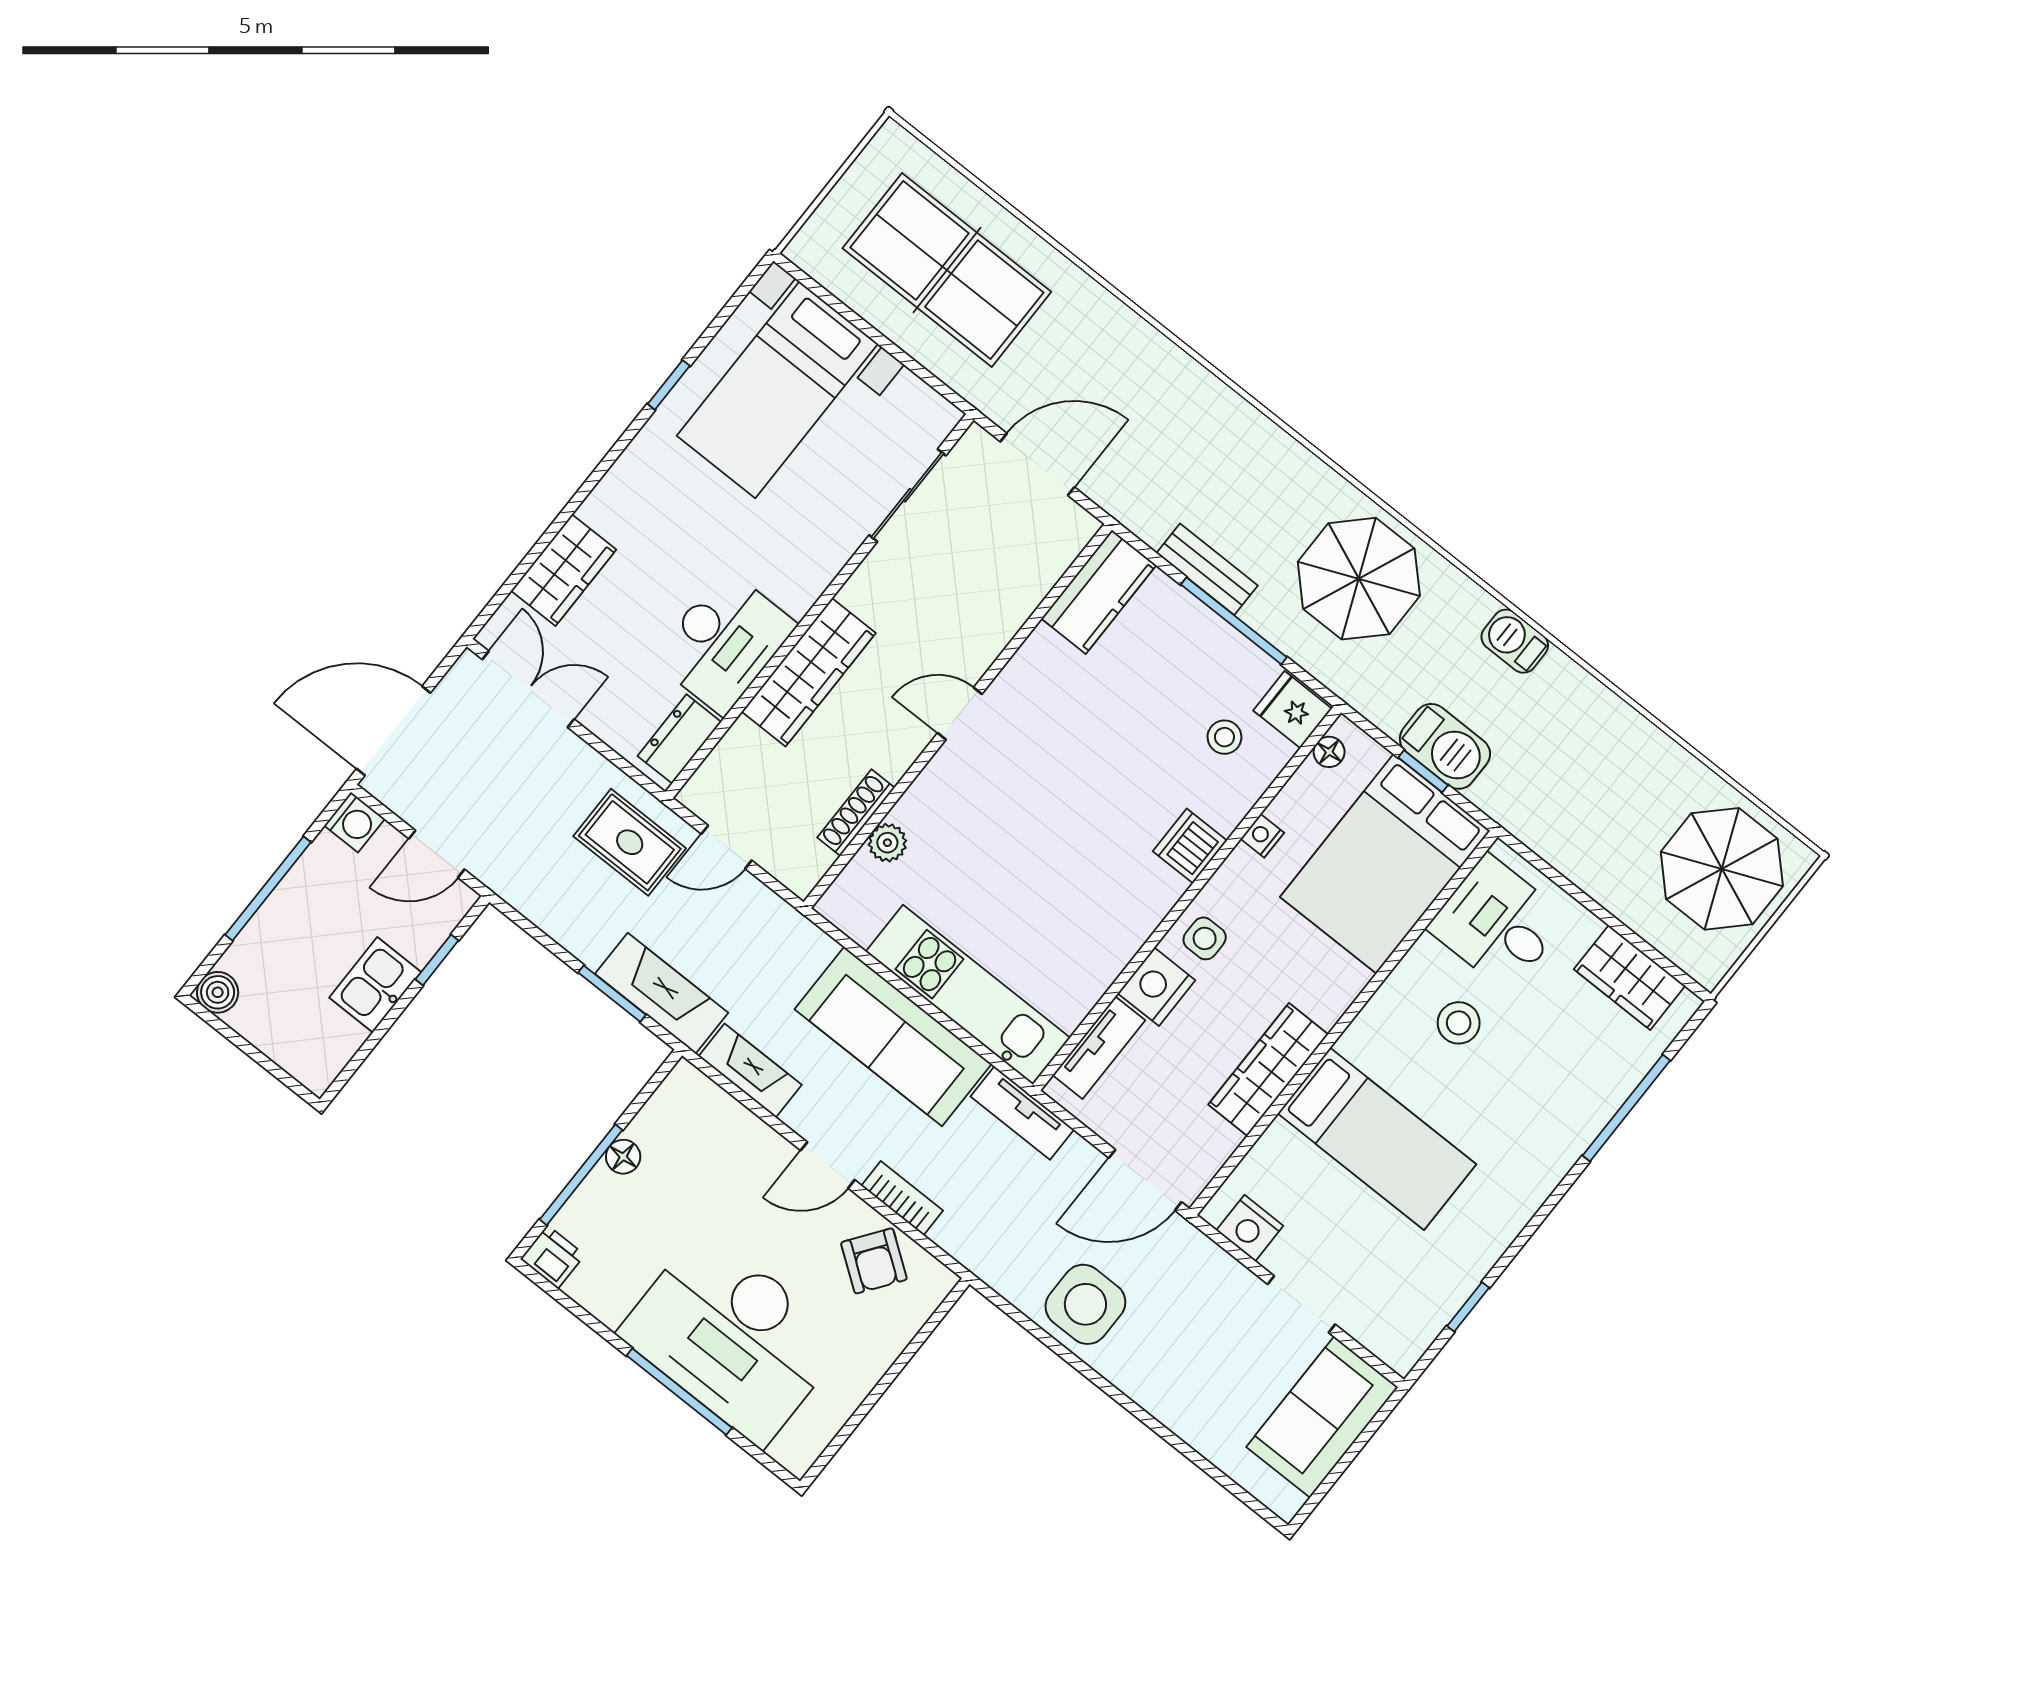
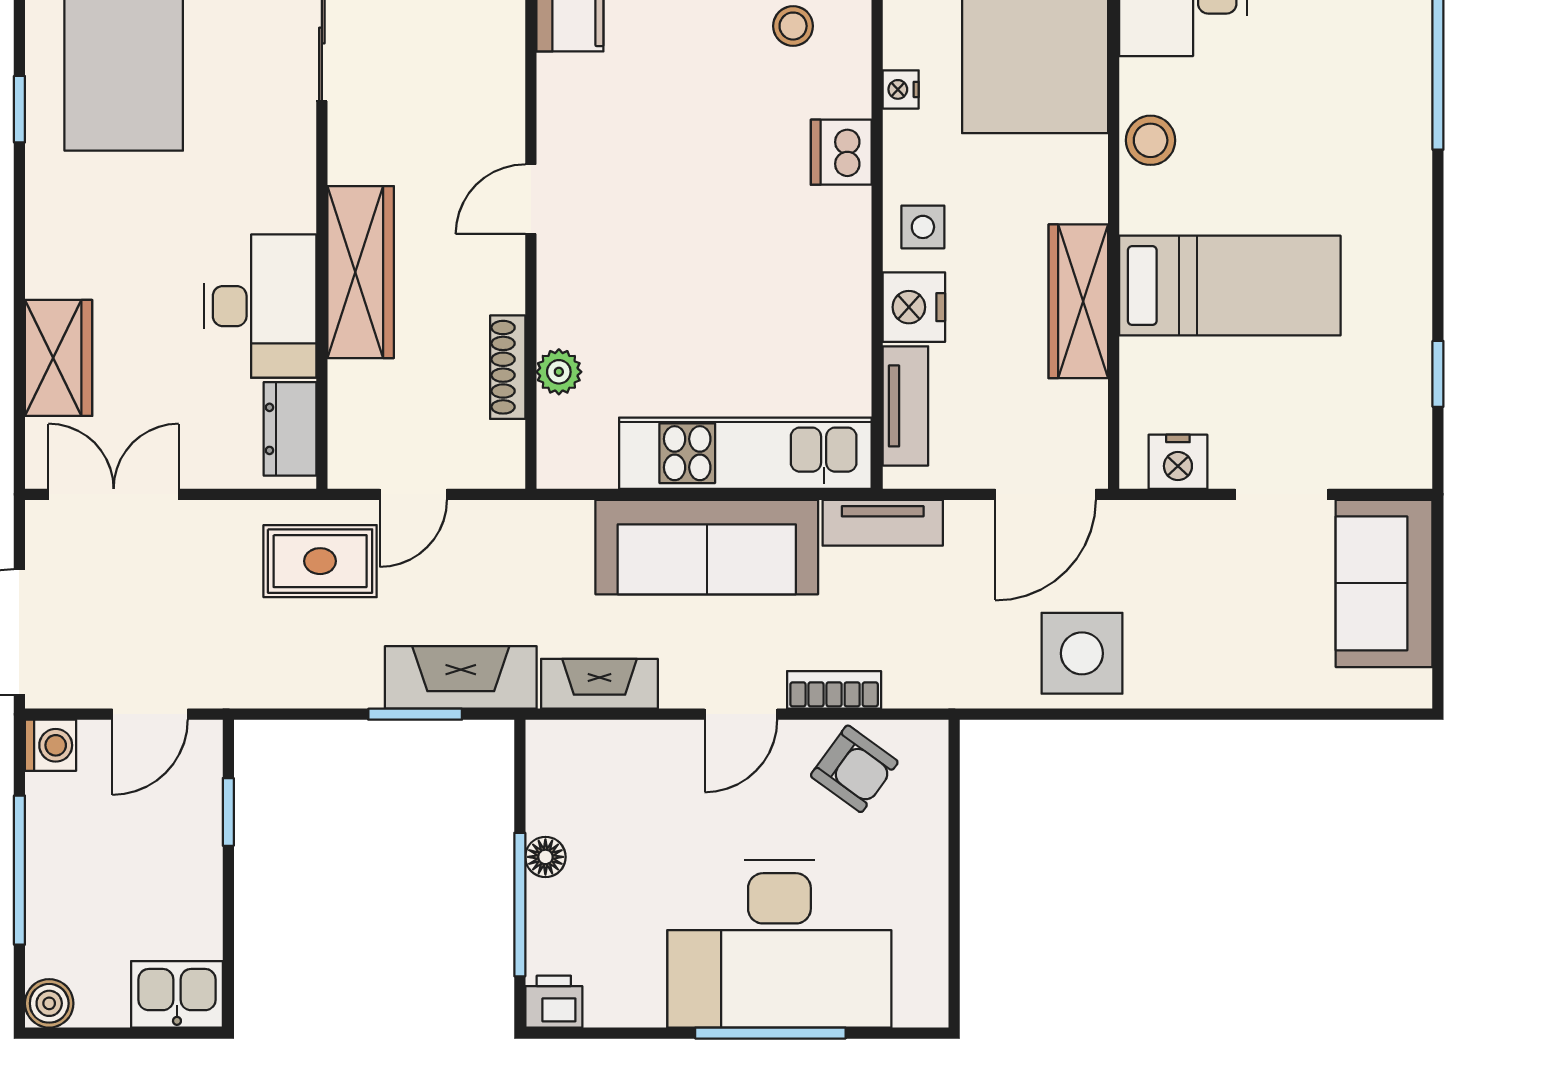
kitchen sink: (375, 985) -> (177, 994), moved, turned 90
stool: (1459, 1023) -> (1151, 140), moved

